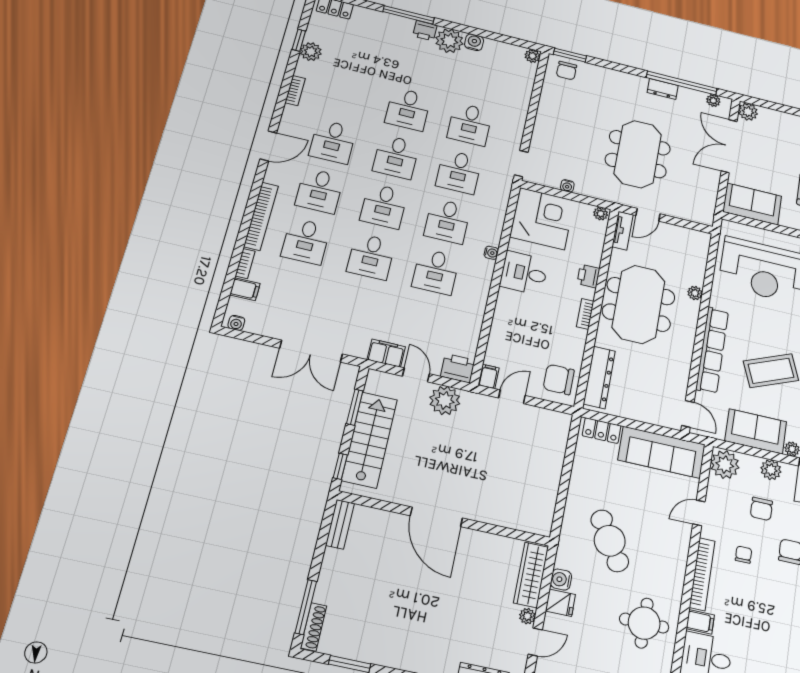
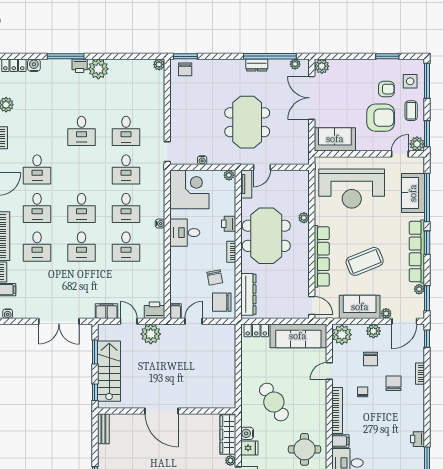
water cooler: (474, 42) -> (34, 65), moved
desk: (396, 157) -> (82, 169), removed
chair: (555, 343) -> (215, 277), added

